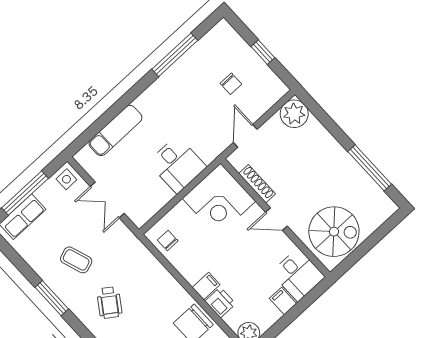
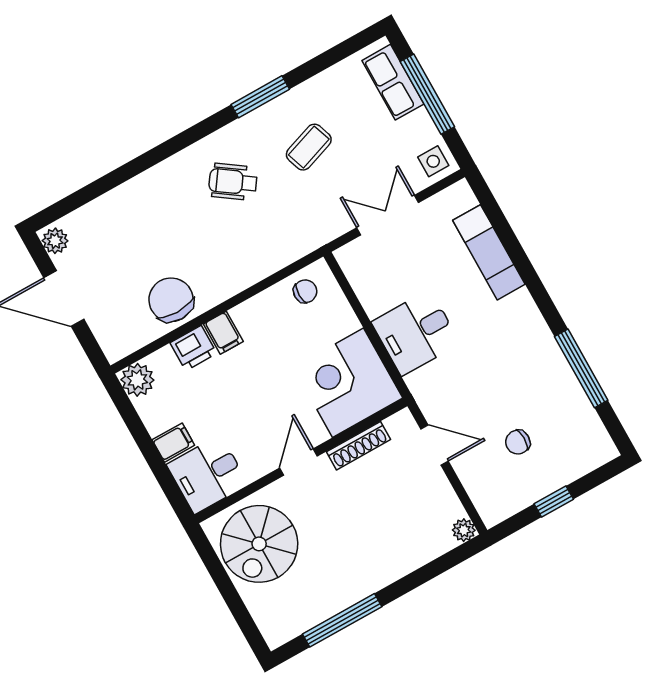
plant: (294, 114) -> (464, 530), width x0.53, depth x0.53

